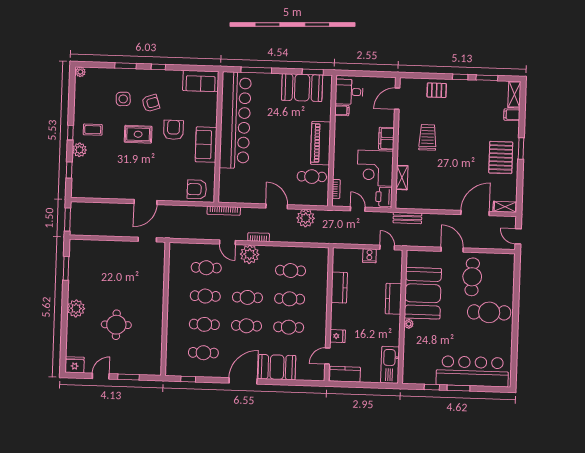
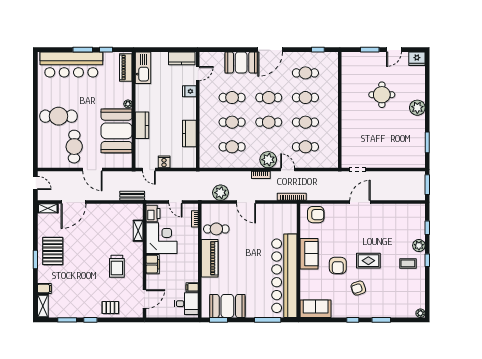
side table: (123, 99) -> (382, 291), removed
piano: (410, 366) -> (126, 67), added

